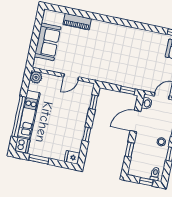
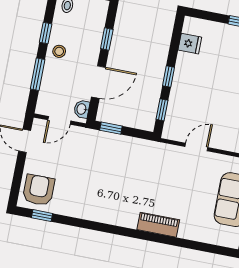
piano: (77, 22) -> (158, 225), moved
window: (87, 134) -> (168, 77), moved
fridge: (72, 157) -> (190, 44), moved

